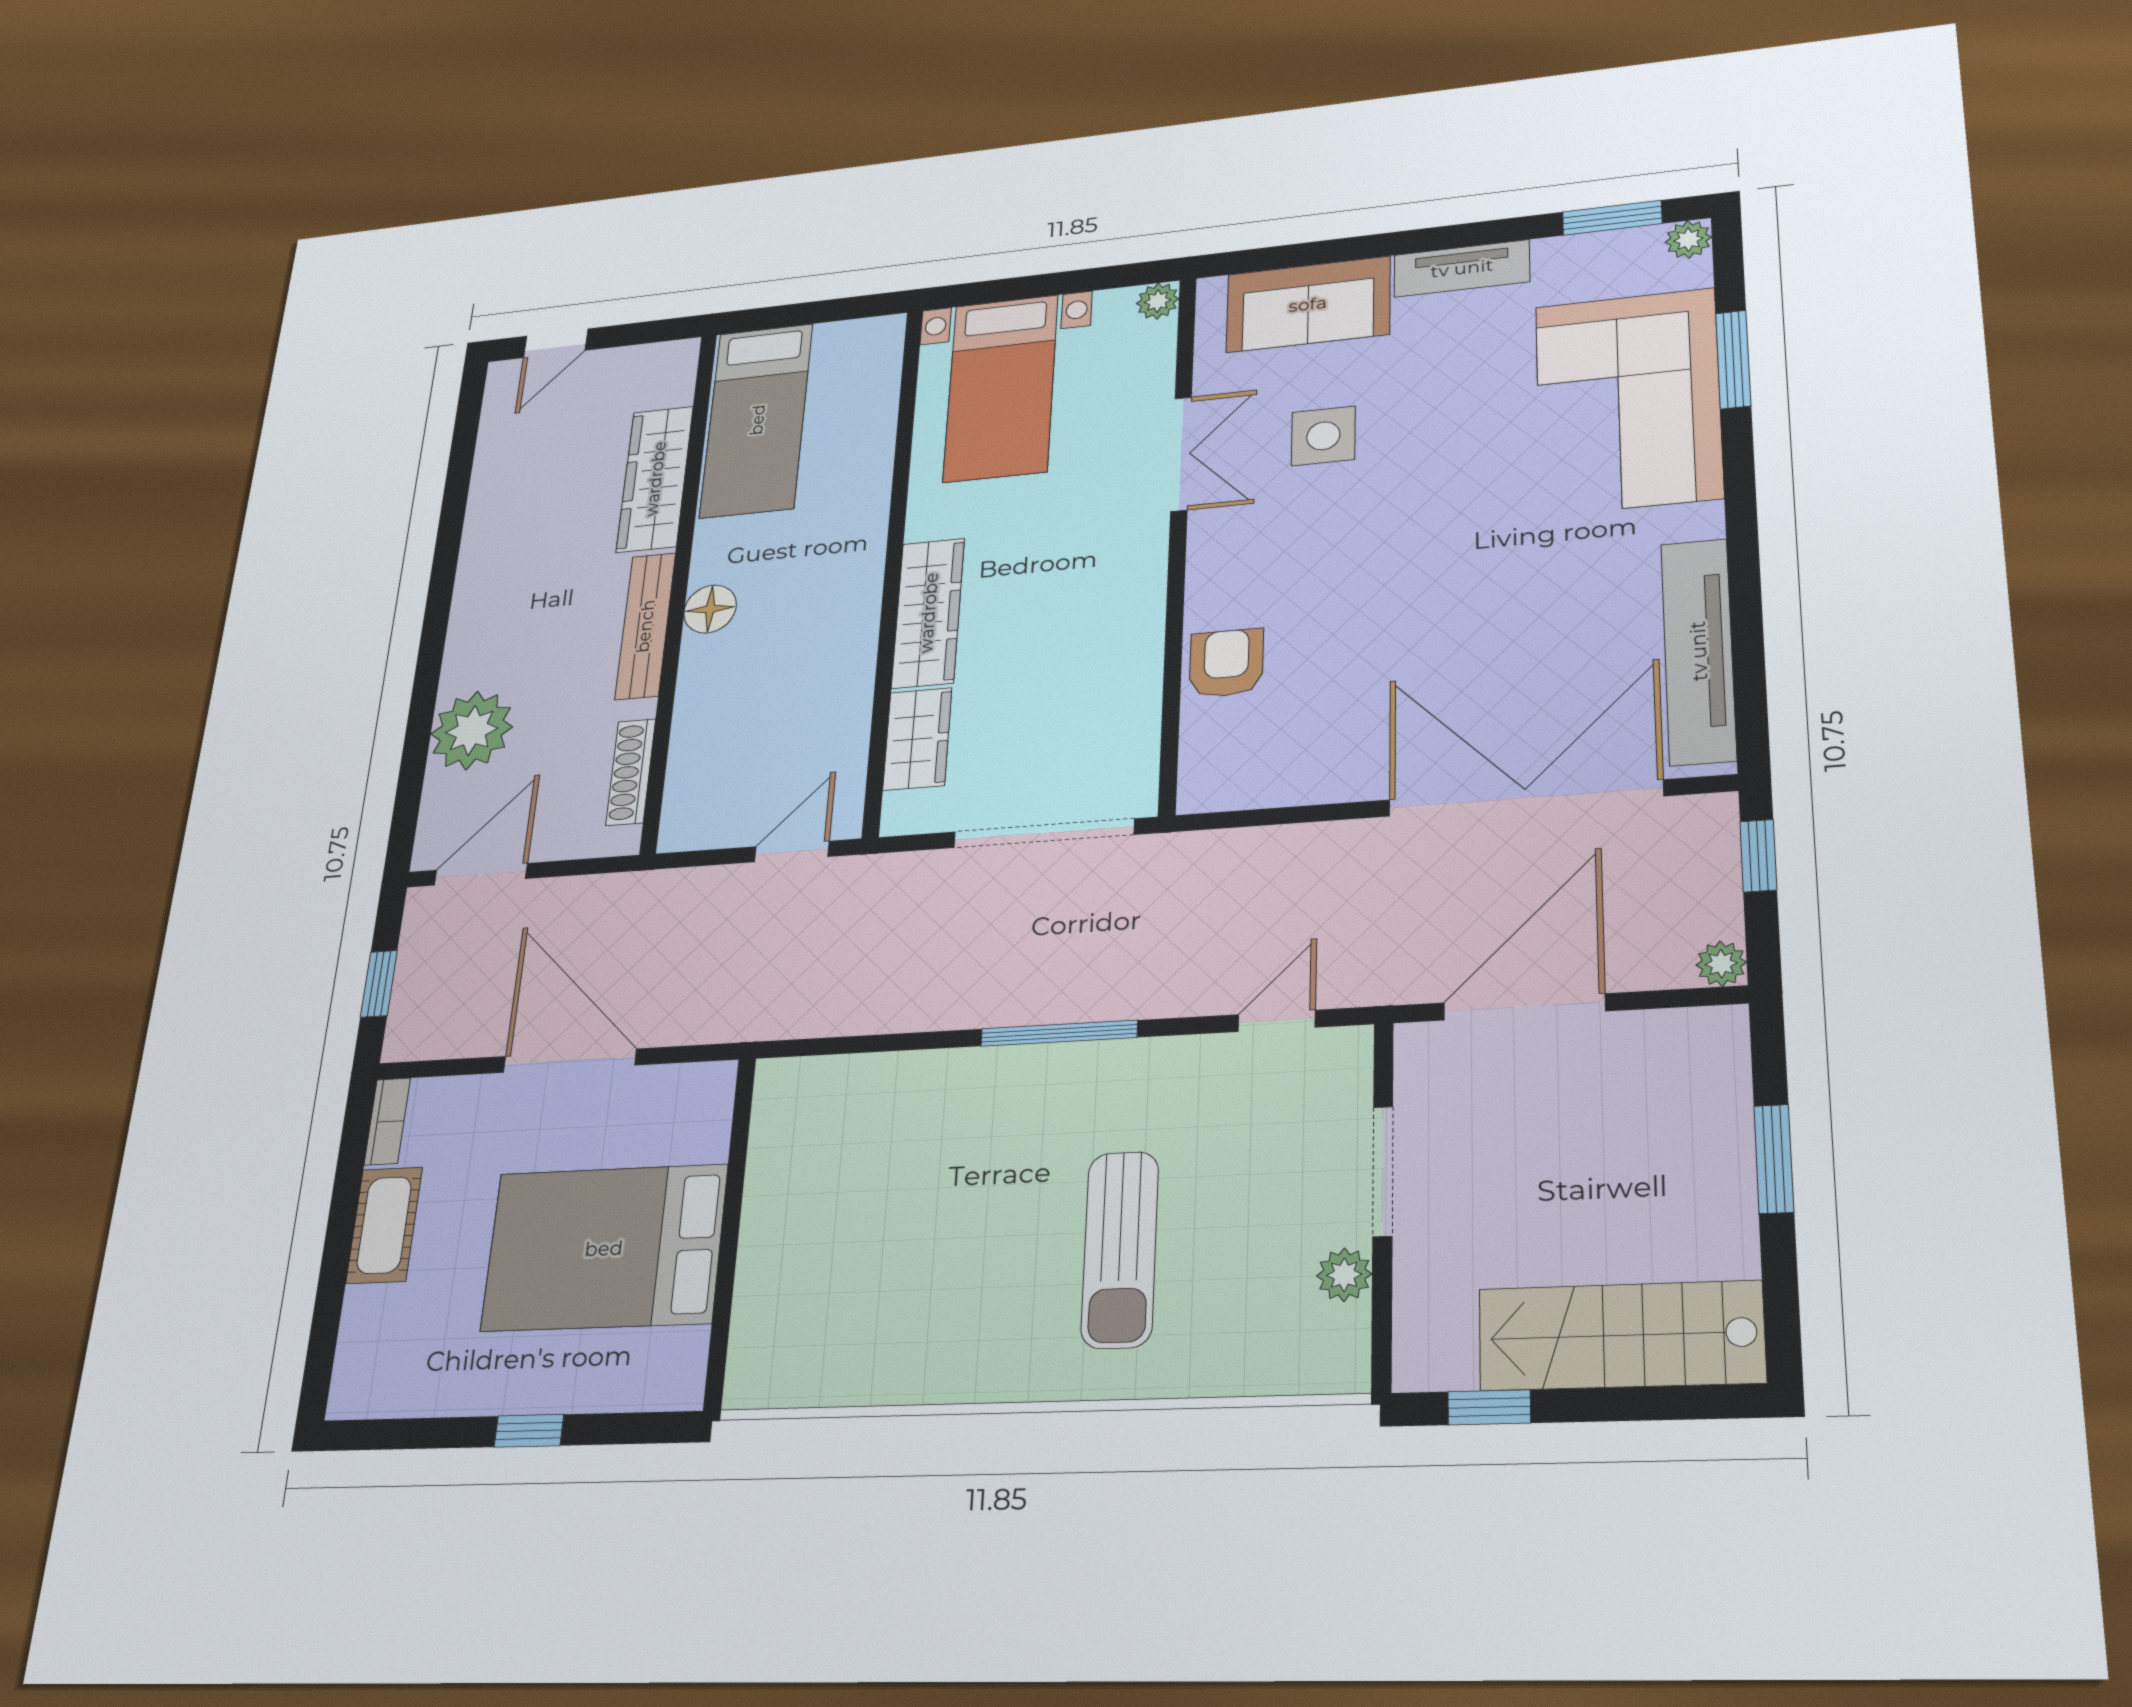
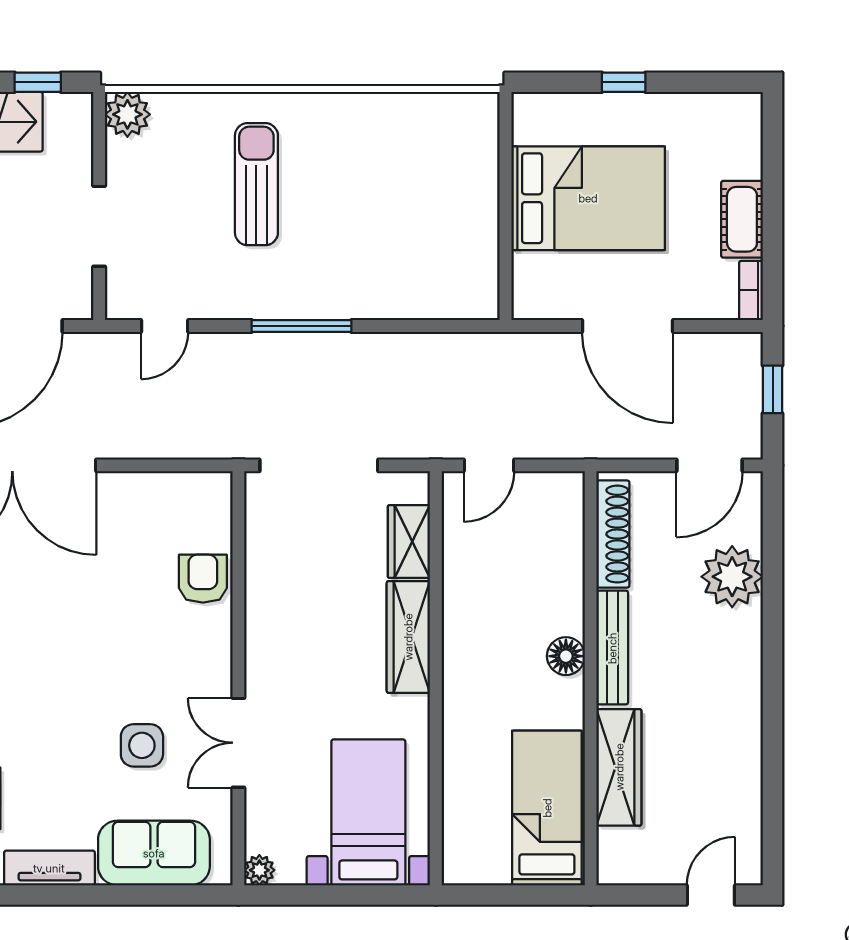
armchair: (1226, 663) -> (203, 579), turned 180
shoe rack: (631, 772) -> (613, 534), width x1.36, depth x1.24
plant: (1344, 1275) -> (127, 114), moved, width x1.38, depth x1.38

